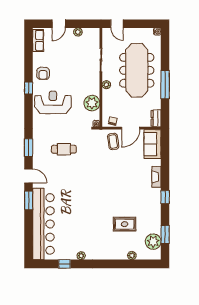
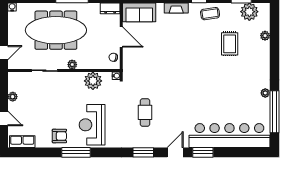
window: (29, 88) -> (76, 152), width x2.17
coffee table: (113, 141) -> (210, 14), moved
window: (64, 264) -> (275, 112), width x3.17

